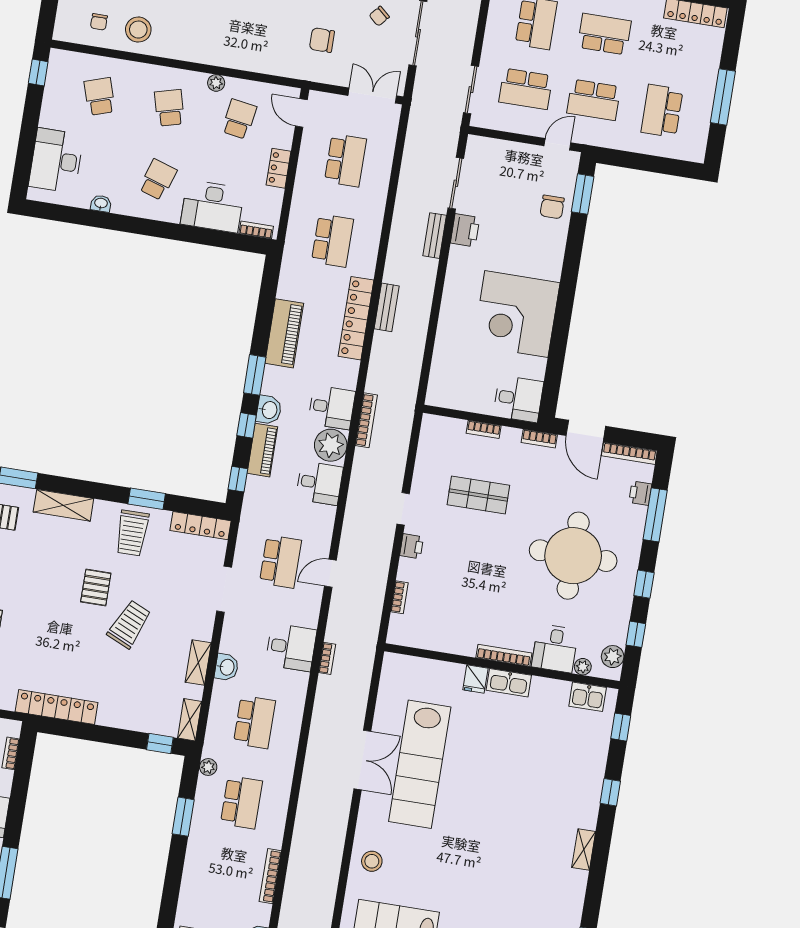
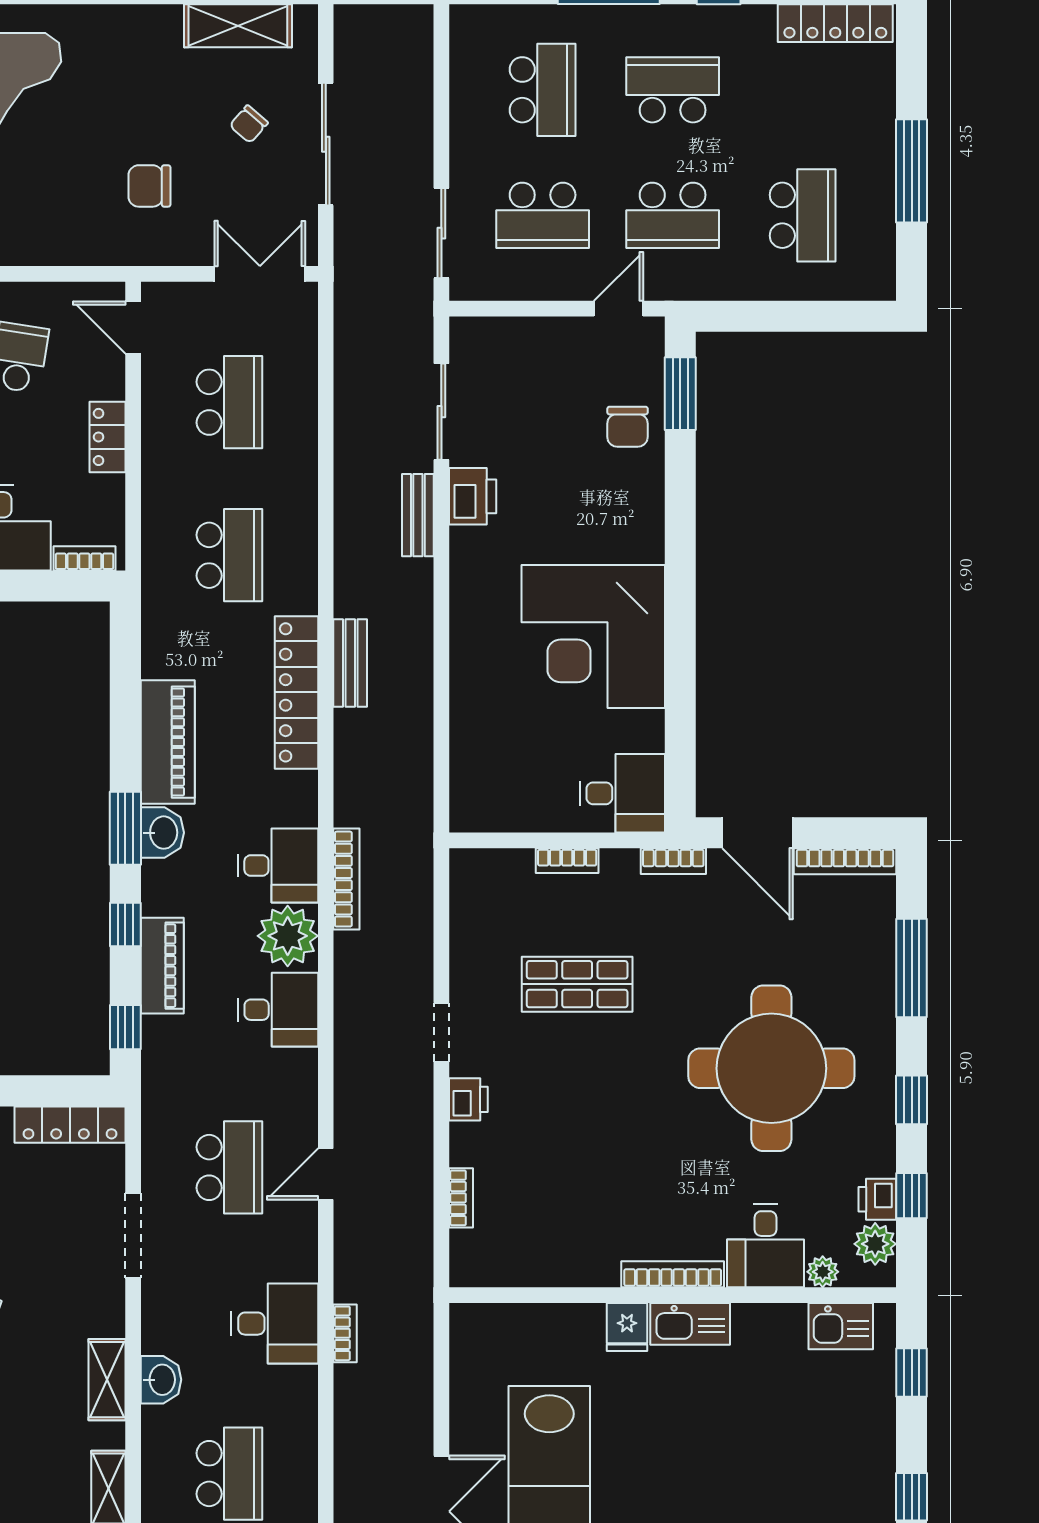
school desk: (662, 111) -> (803, 215), turned 180
washbasin: (269, 410) -> (162, 833), moved
printer: (640, 493) -> (877, 1199), moved

